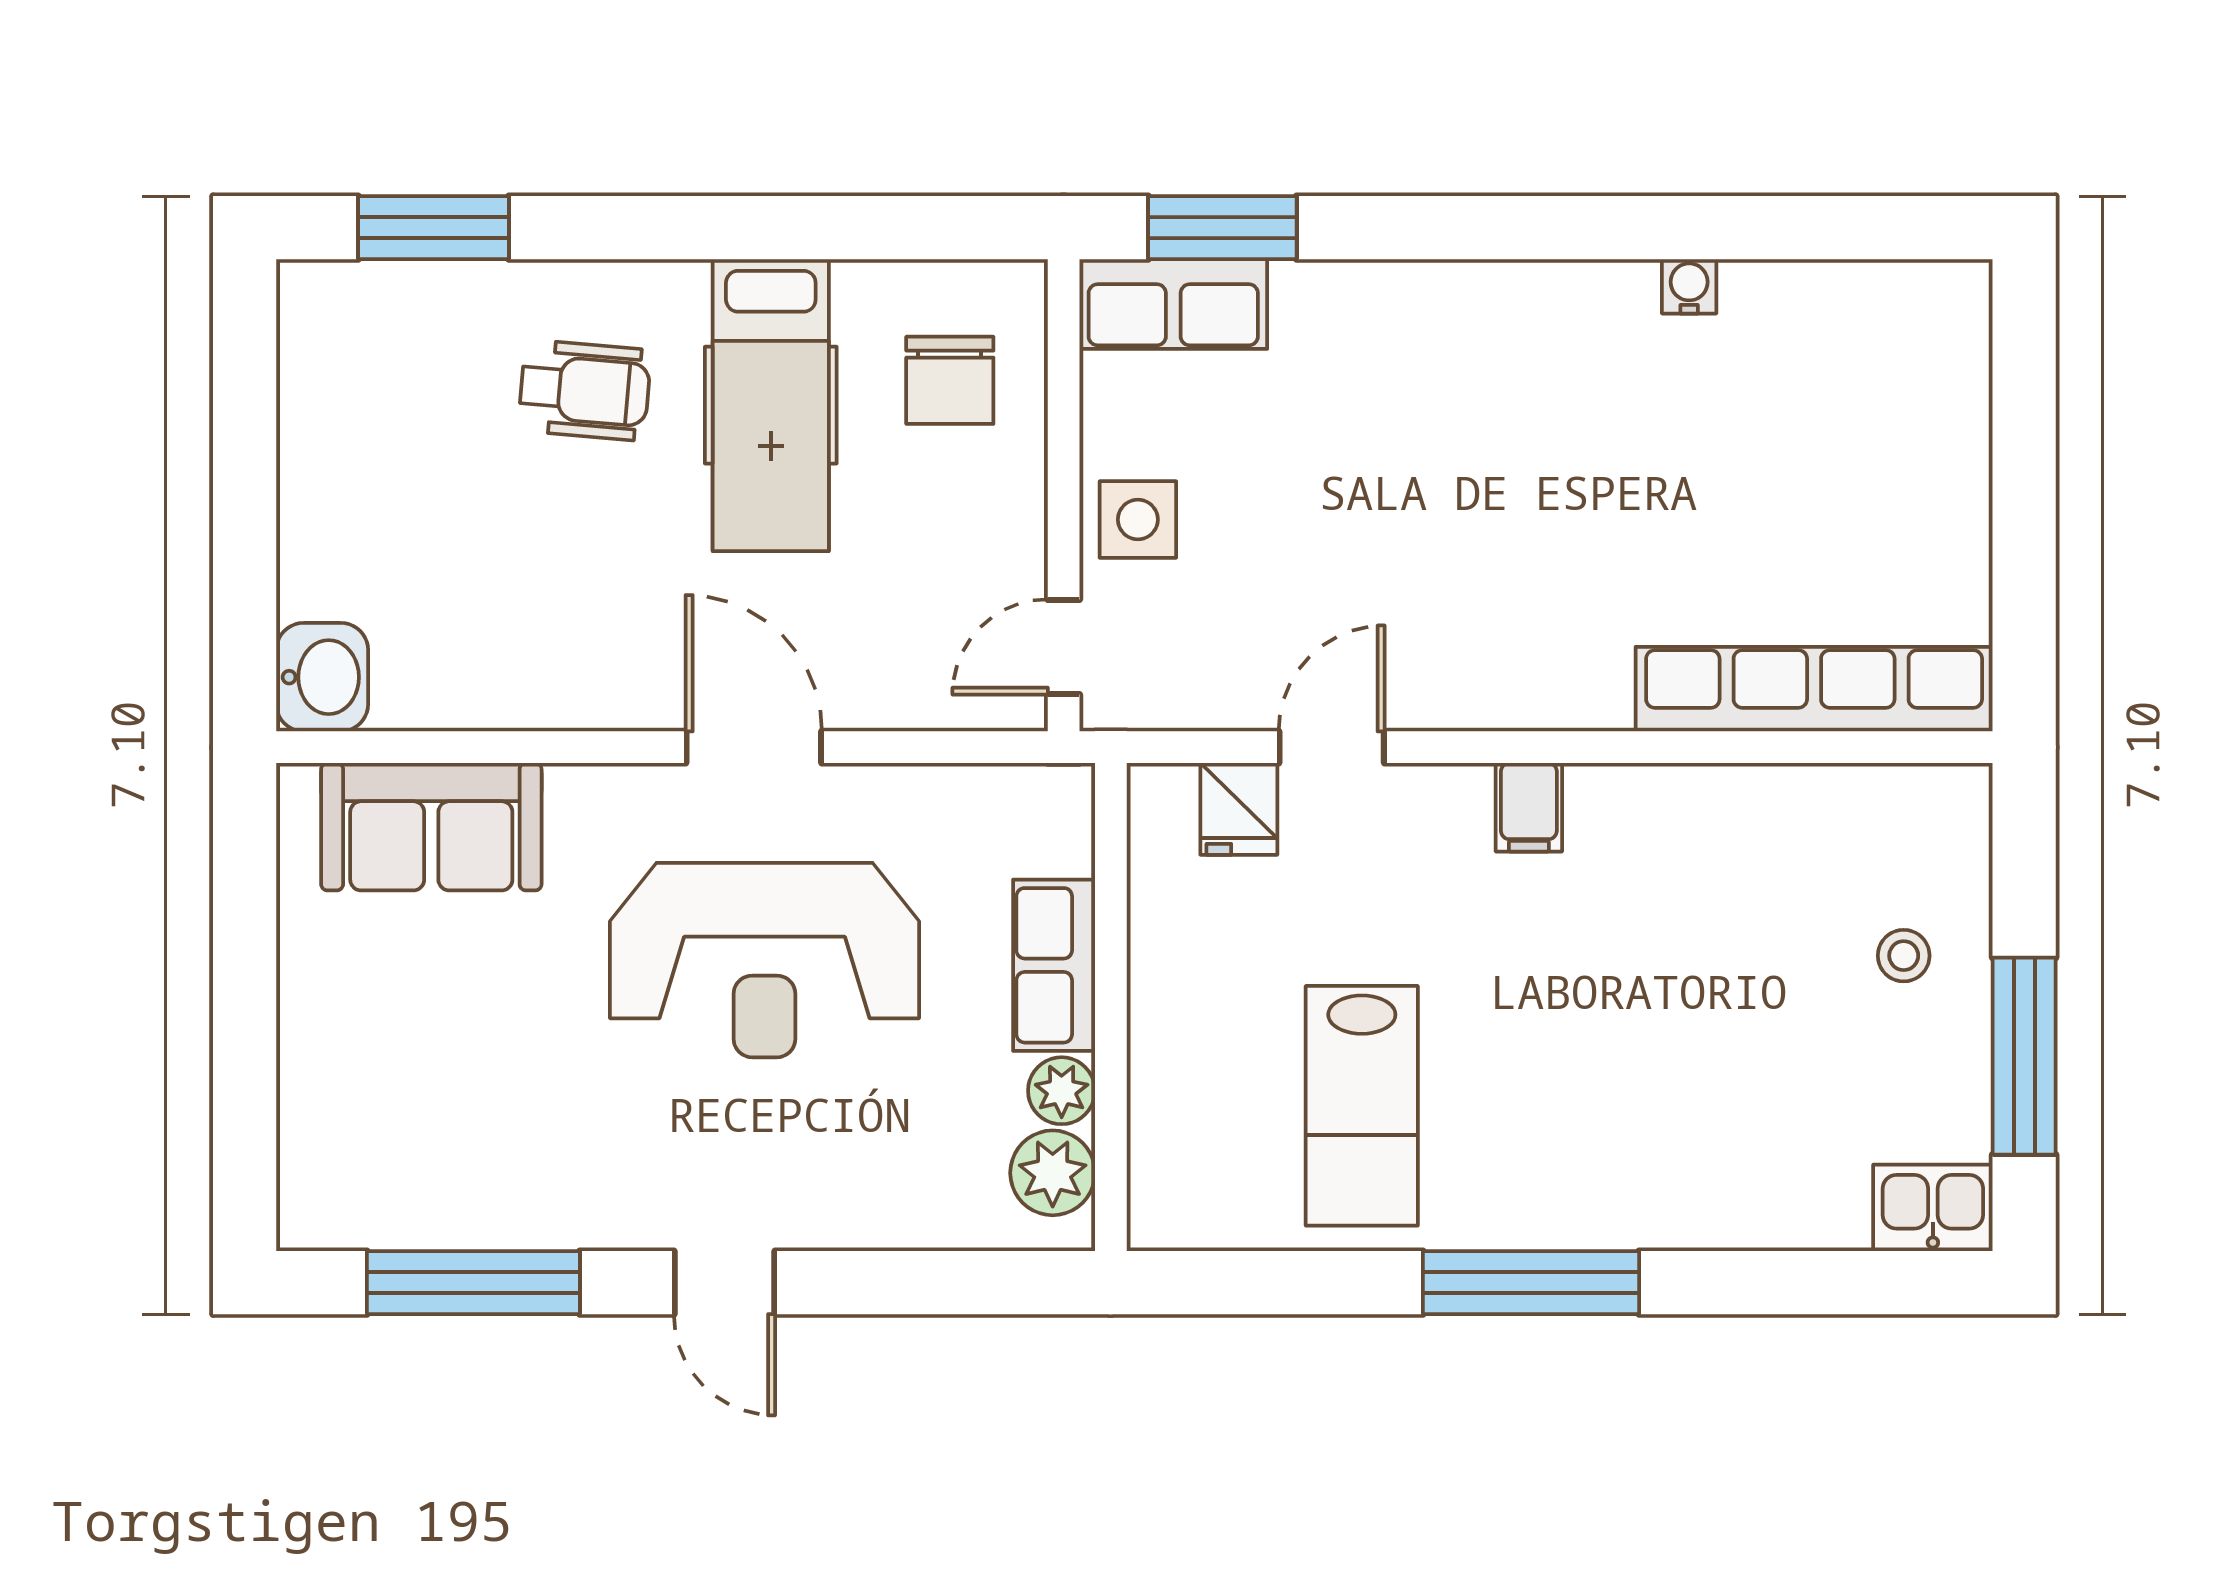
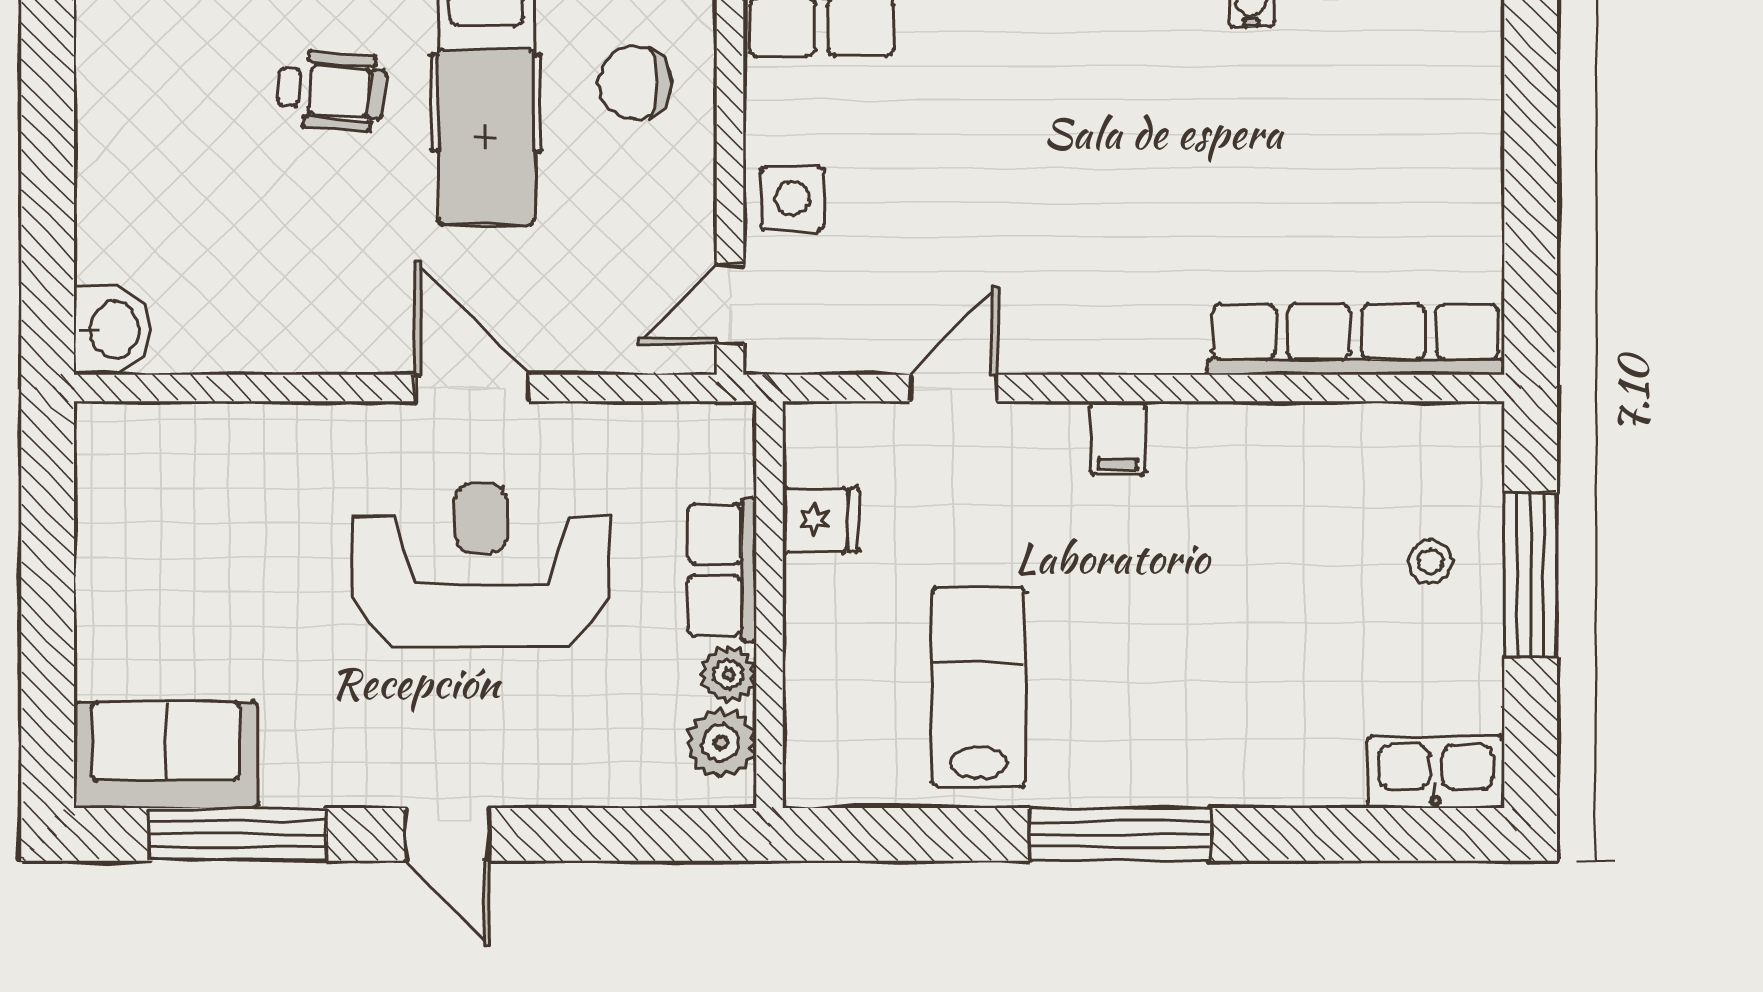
chair: (950, 380) -> (635, 82), turned 90
fridge: (1239, 809) -> (821, 520), moved, turned -90
sofa: (431, 827) -> (166, 755), moved, turned 180
reception desk: (764, 960) -> (481, 565), turned 180
window: (2024, 1056) -> (1531, 575), moved
lab bench: (1362, 1106) -> (979, 687), turned 180
kitchen sink: (1933, 1208) -> (1436, 772), width x1.38

